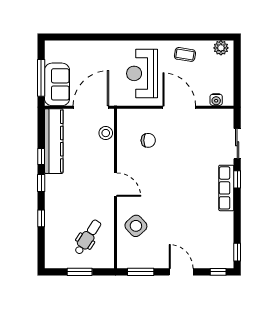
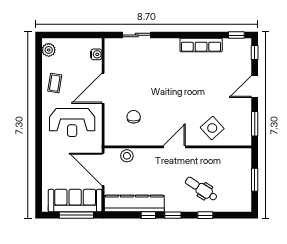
sofa: (57, 84) -> (75, 201), width x1.36
window: (237, 179) -> (169, 35), removed
row of seats: (226, 188) -> (201, 45), moved
dental chair: (88, 237) -> (201, 189), moved

